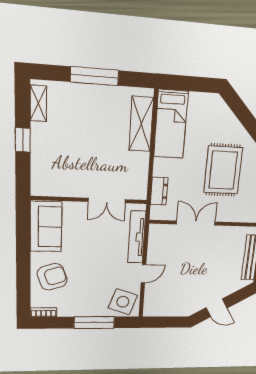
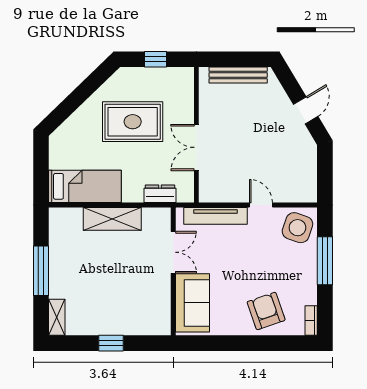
shelving: (38, 103) -> (57, 317), moved, turned 90
shelving: (141, 124) -> (112, 219), moved
sofa: (46, 227) -> (193, 303), moved, turned 90

